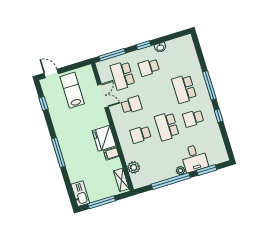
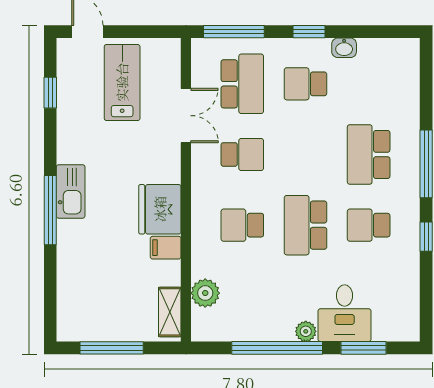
school desk: (122, 75) -> (242, 84), turned 180
kitchen sink: (80, 194) -> (71, 191), moved

